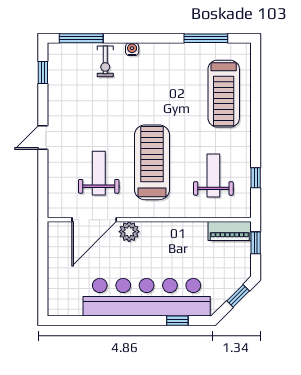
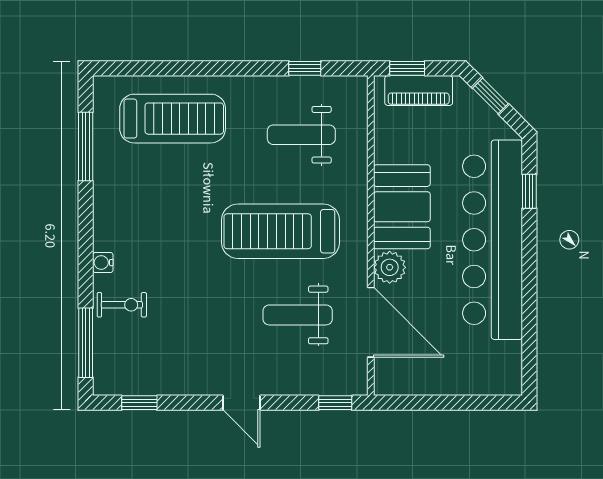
window: (43, 197) -> (335, 403), added
piano: (230, 231) -> (419, 90), moved, turned 90
booth: (168, 239) -> (402, 207), added

